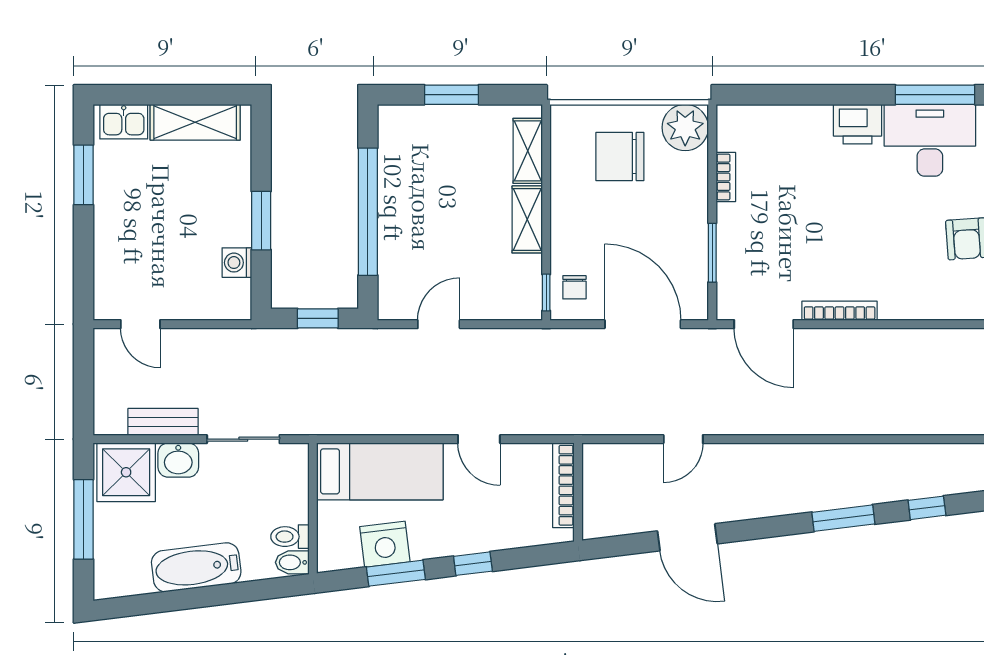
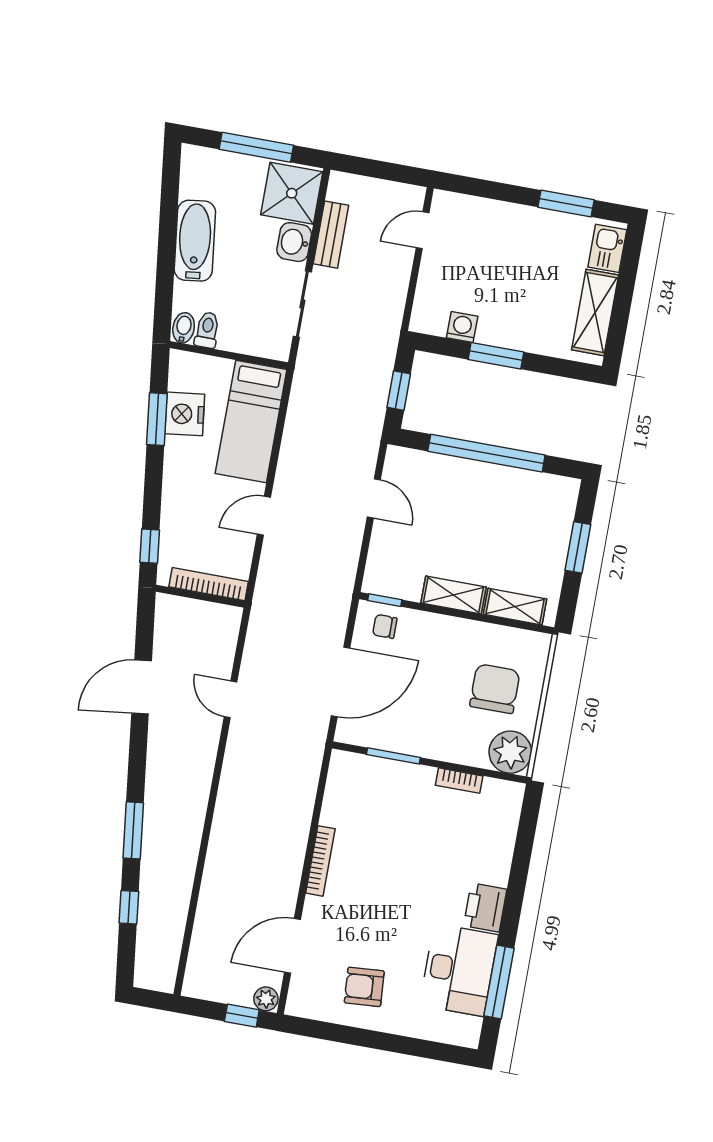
door: (764, 324) -> (293, 946), moved
window: (473, 564) -> (150, 546), moved

